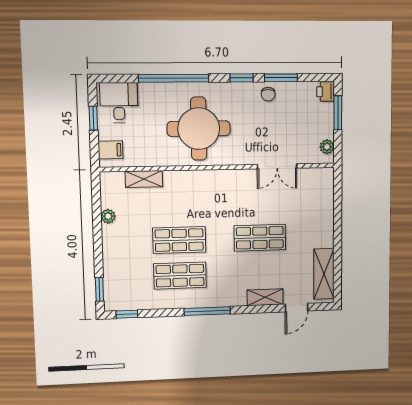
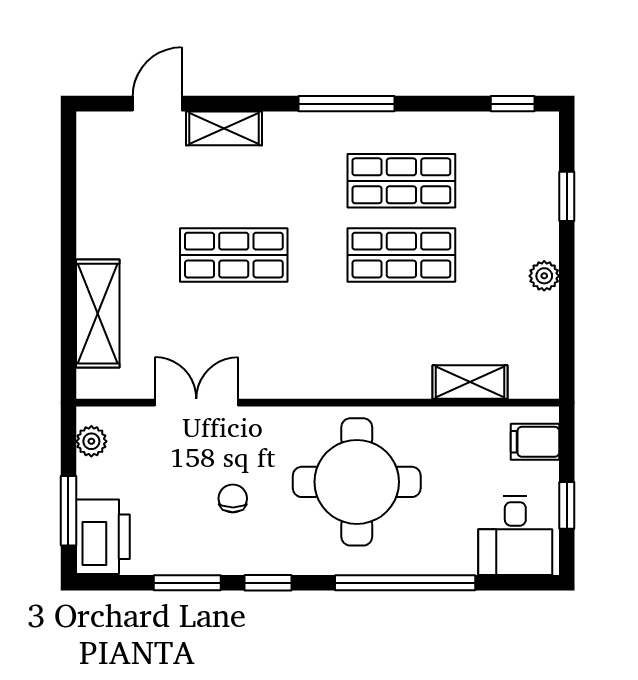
printer: (326, 92) -> (103, 537), width x1.87, depth x1.48
chair: (268, 94) -> (233, 498), moved
plant: (108, 216) -> (544, 276), moved
shelving: (324, 274) -> (98, 314), moved
window: (99, 289) -> (567, 196), moved

